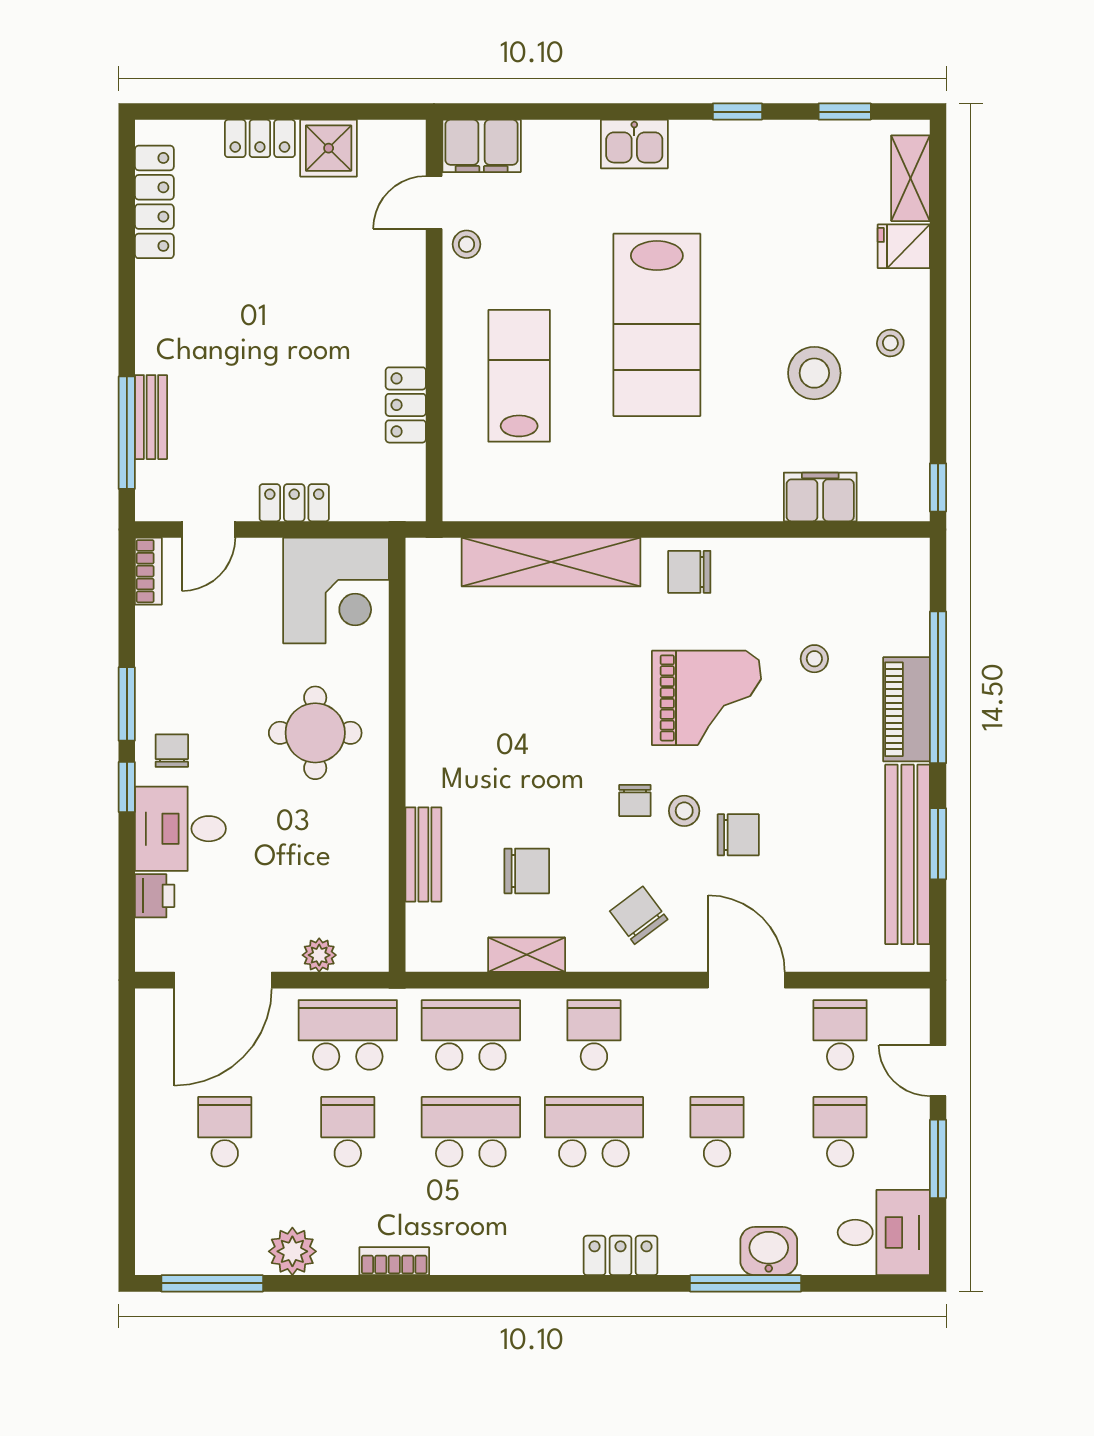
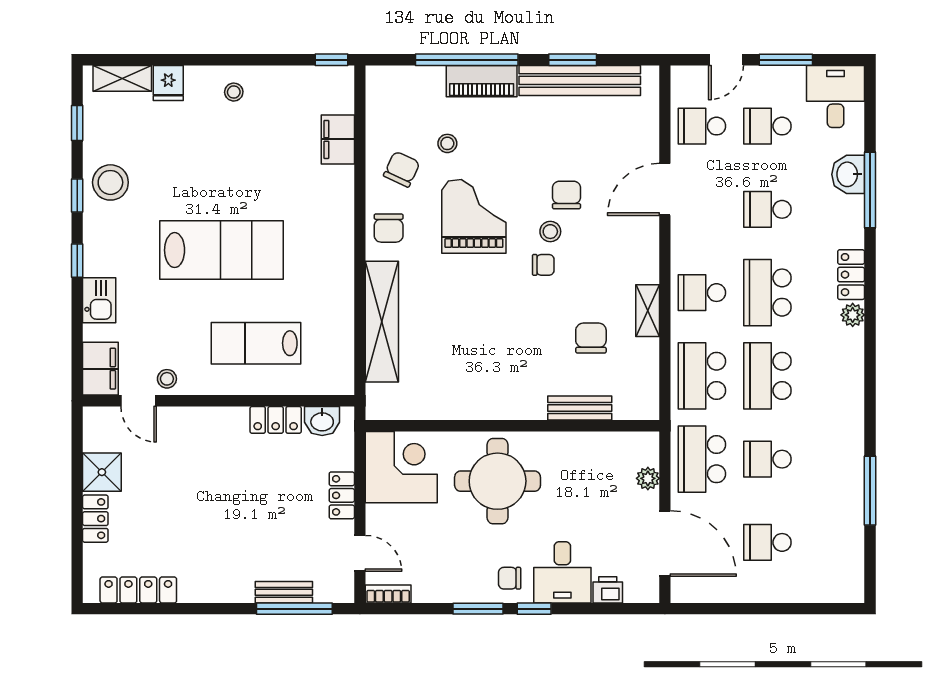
window: (641, 112) -> (77, 261), added
kitchen sink: (634, 144) -> (99, 300), moved
stool: (814, 373) -> (110, 182), moved
washbasin: (404, 474) -> (322, 421), added
round table: (315, 733) -> (498, 481), width x1.36, depth x1.36
chair: (639, 915) -> (402, 169), moved, turned 152
shelving: (527, 955) -> (648, 311), moved
plant: (292, 1251) -> (853, 315), moved, width x0.73, depth x0.73
bookcase: (394, 1261) -> (855, 428), removed
window: (212, 1283) -> (870, 491), moved

